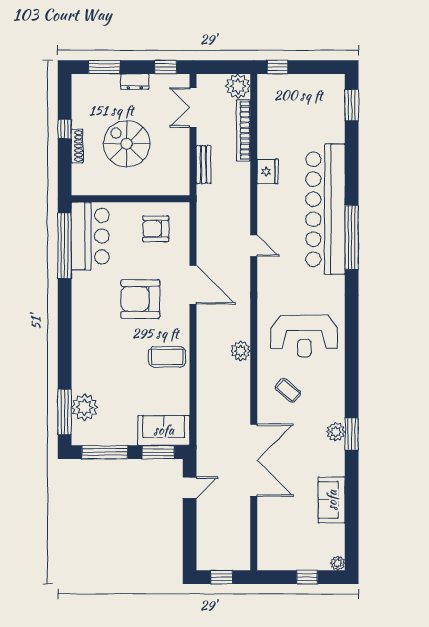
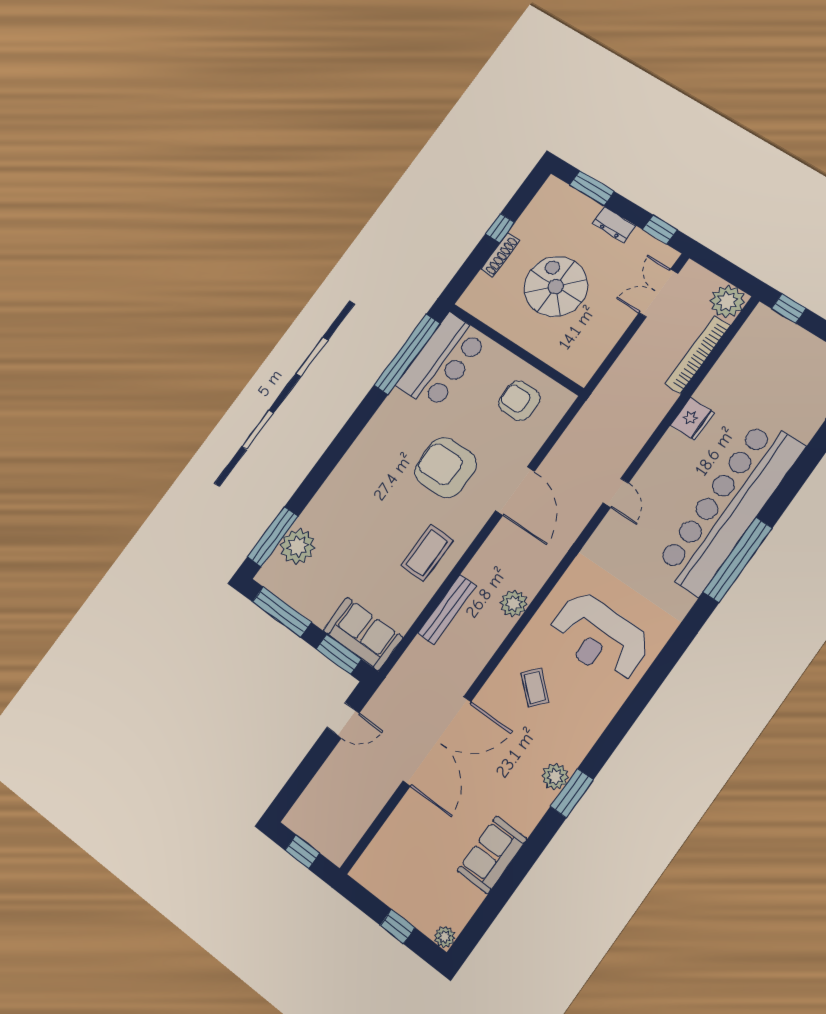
bench: (204, 165) -> (447, 609), moved, width x1.36
coffee table: (167, 357) -> (427, 553), turned 90

